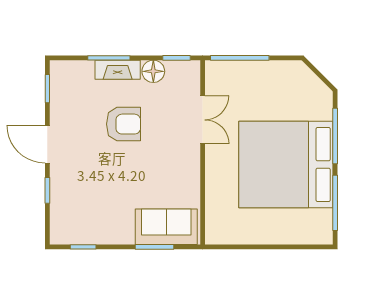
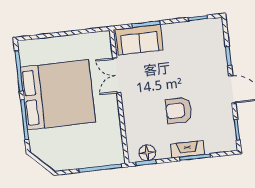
floor lamp: (153, 71) -> (147, 153), moved
double door: (203, 120) -> (117, 75), moved

